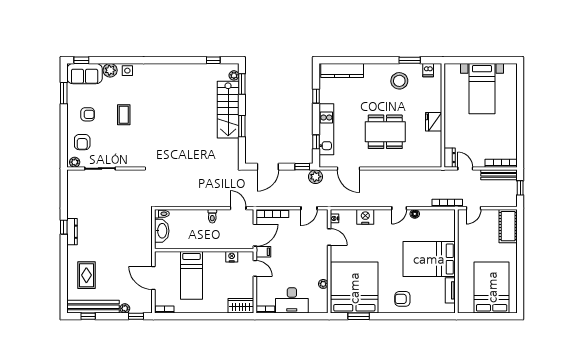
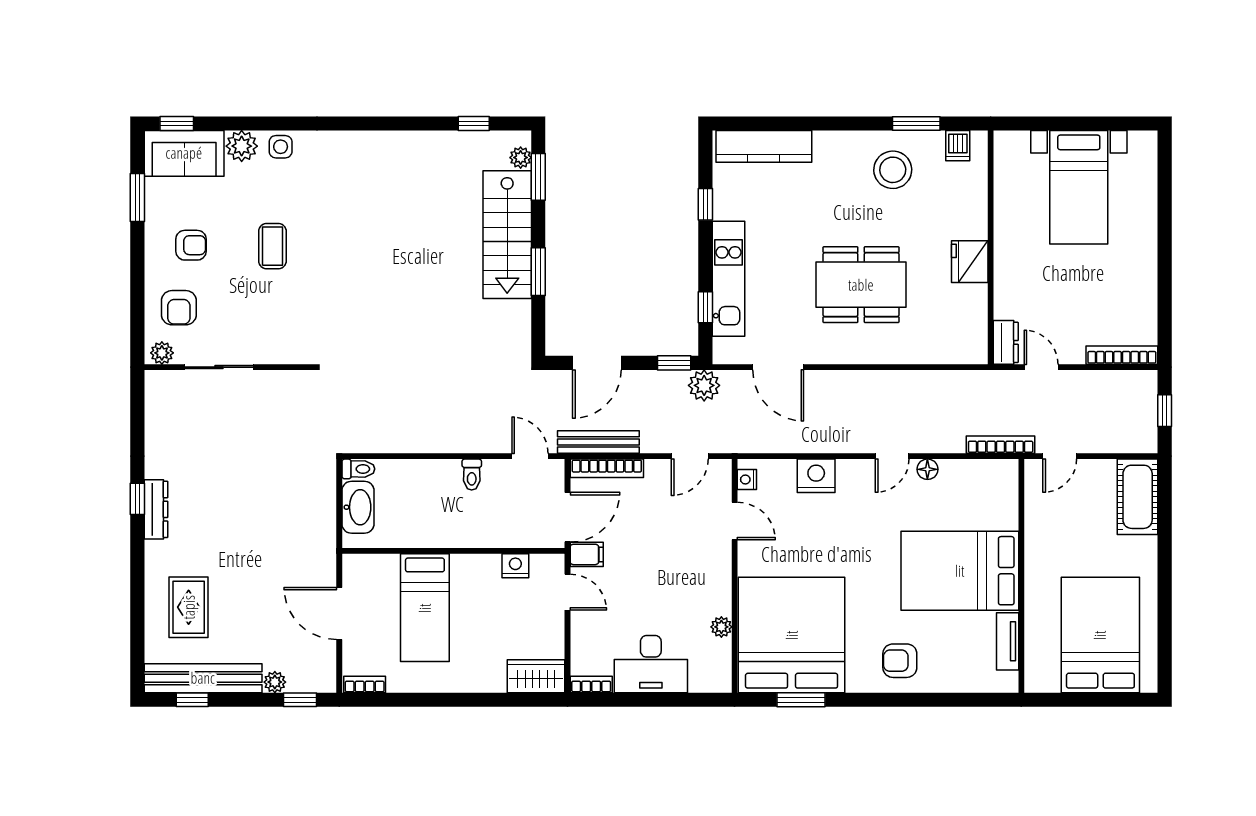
bench: (499, 175) -> (598, 442), moved

